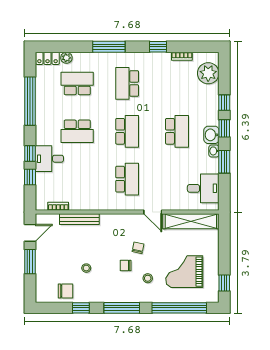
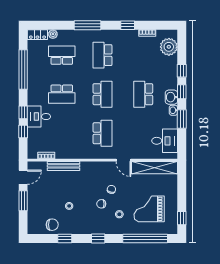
school desk: (177, 131) -> (143, 94), turned 180
window: (122, 308) -> (98, 238), width x0.46

